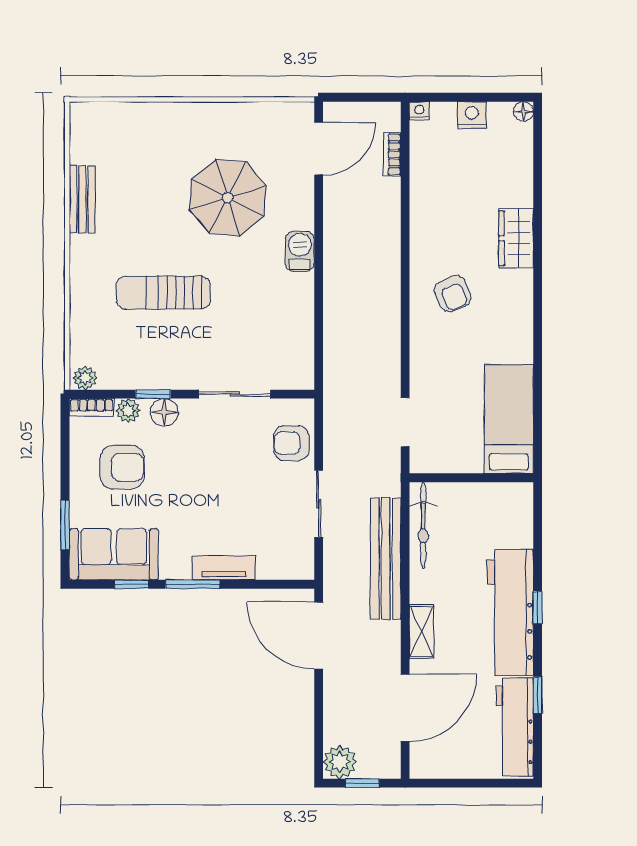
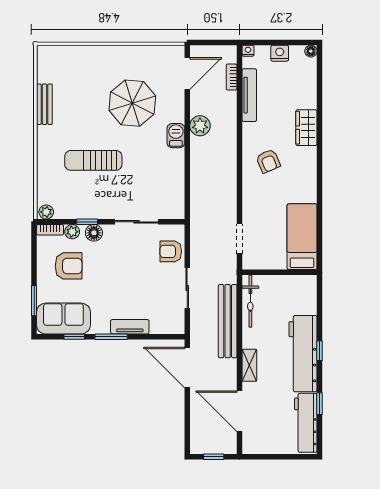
tv unit: (421, 184) -> (249, 95), added
door: (405, 708) -> (239, 411), swing flipped
plant: (340, 762) -> (200, 126), moved

